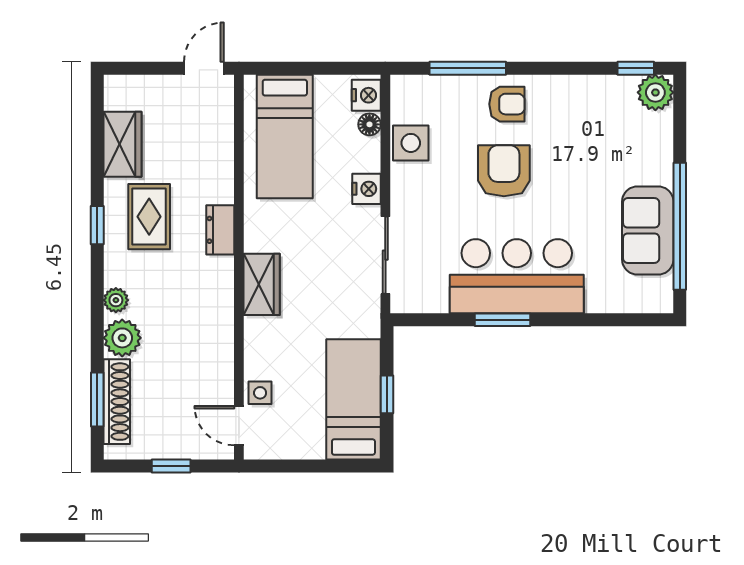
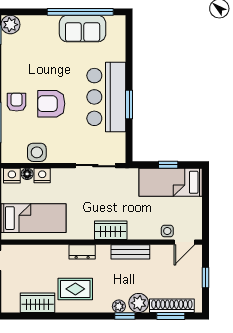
nightstand: (367, 189) -> (42, 175), moved
window: (97, 225) -> (125, 316), moved
bench: (220, 322) -> (130, 252), added

